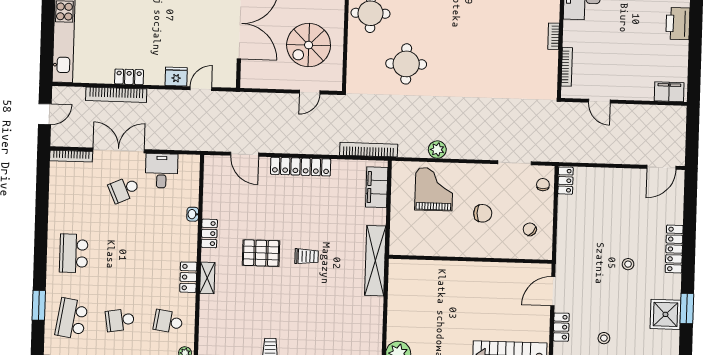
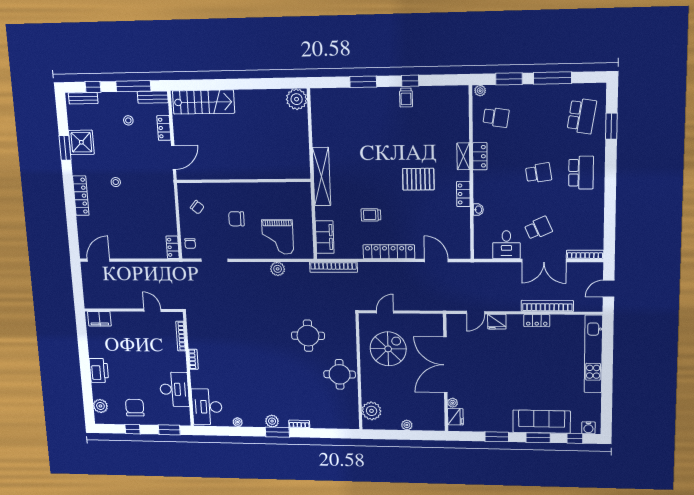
trolley: (307, 256) -> (371, 215), moved
school desk: (120, 320) -> (538, 173), moved

